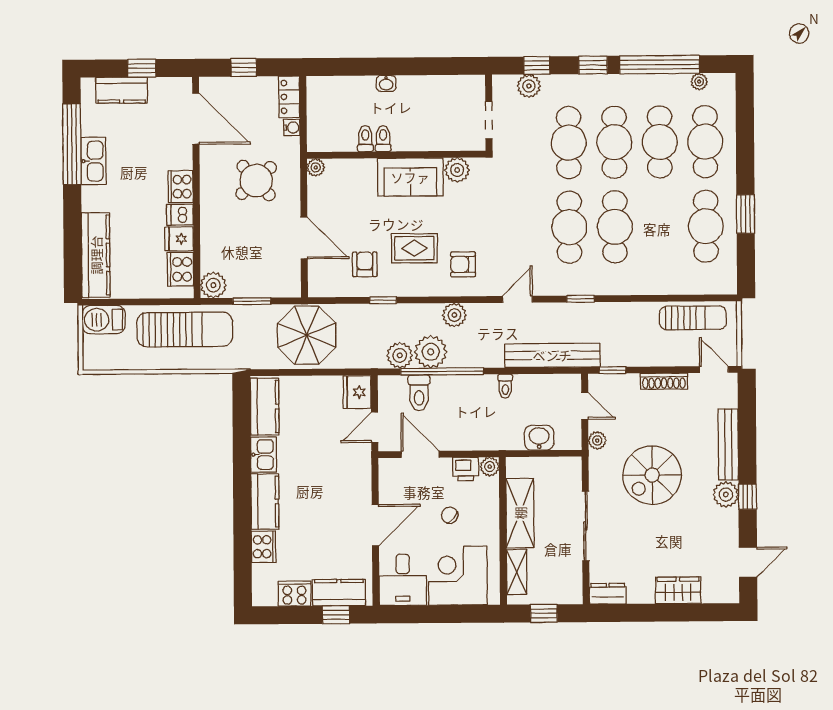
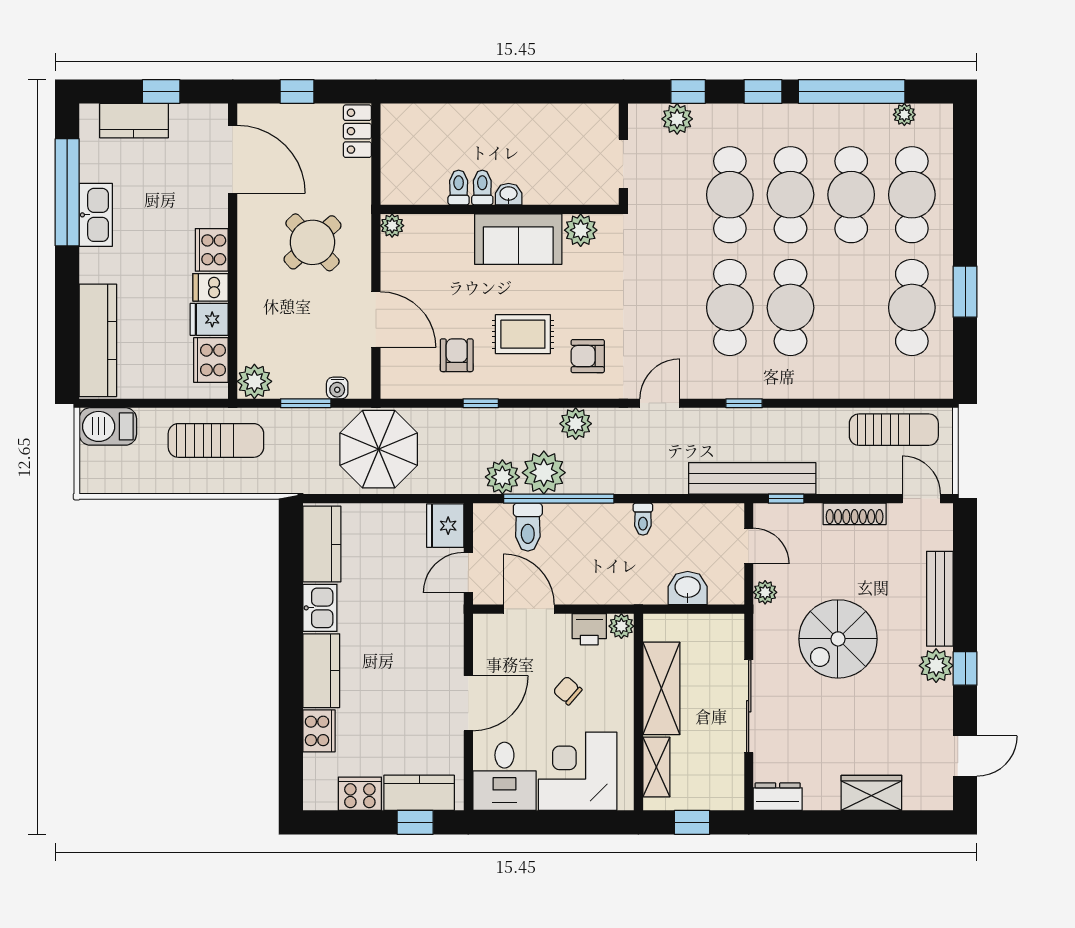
washbasin: (386, 83) -> (509, 194), moved, turned 180
water cooler: (292, 127) -> (337, 388), moved, turned 90
sun lounger: (185, 330) -> (216, 440), width x0.73, depth x0.75
bench: (552, 355) -> (752, 478), moved

